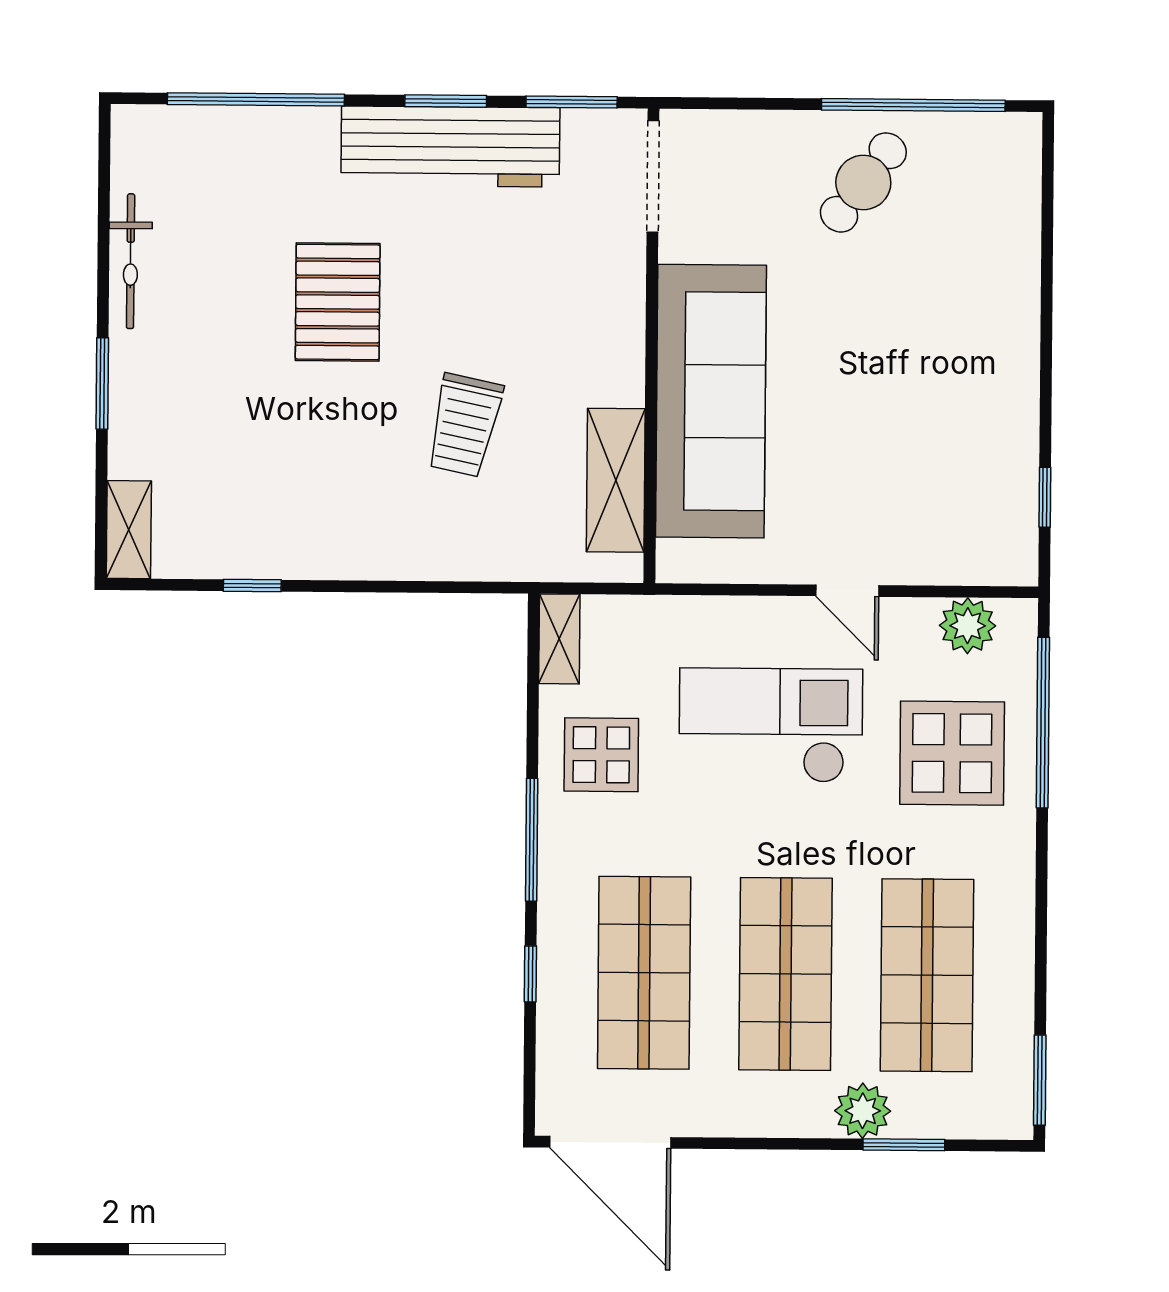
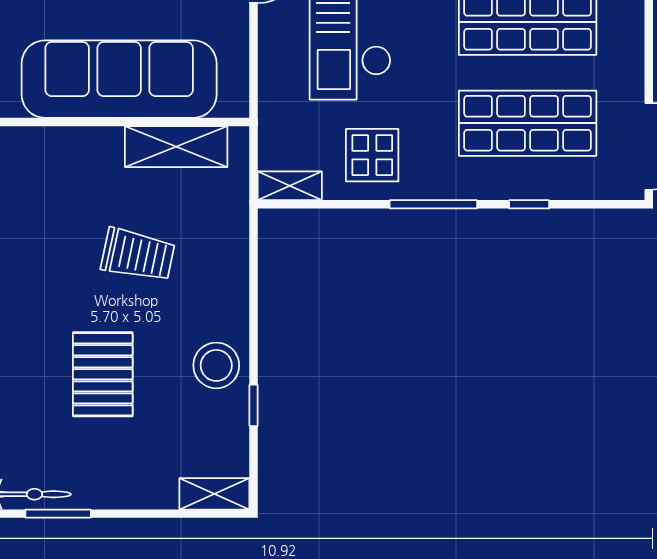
pallet: (338, 302) -> (103, 374), moved, turned 90
window: (102, 383) -> (58, 514), moved
stool: (309, 534) -> (216, 365), added

